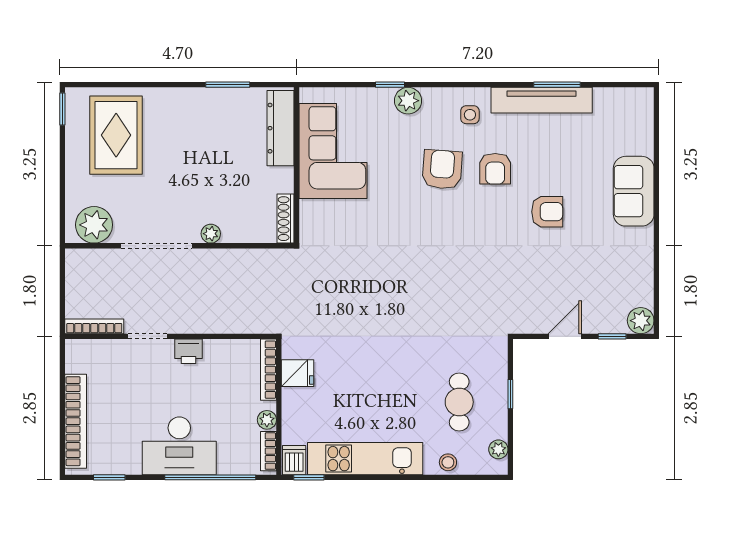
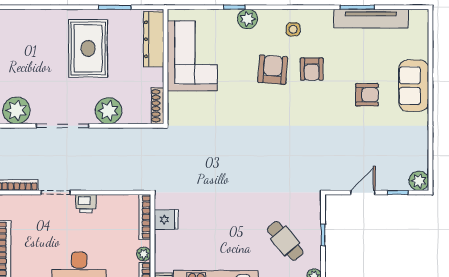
tv unit: (542, 100) -> (371, 19), moved
rug: (116, 135) -> (88, 48), moved
armchair: (547, 212) -> (367, 95), moved
plant: (211, 234) -> (109, 111), width x1.88, depth x1.88
cafe table: (459, 402) -> (285, 241), turned -40

